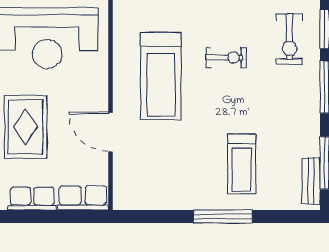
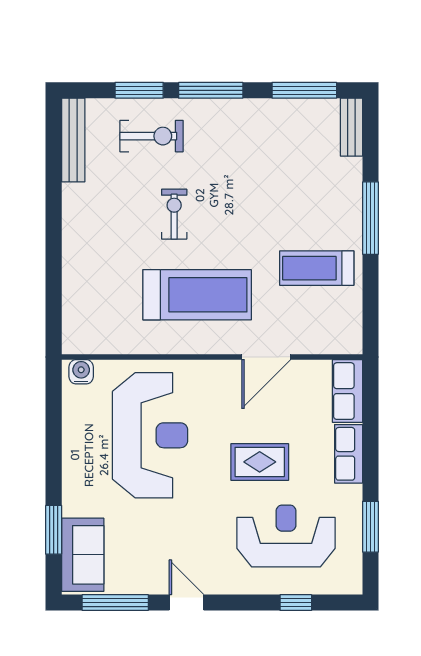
rug: (26, 127) -> (260, 462), width x0.73, depth x0.70
treadmill: (241, 164) -> (317, 268), moved, turned 180
bench: (311, 181) -> (351, 127), moved, turned 90

